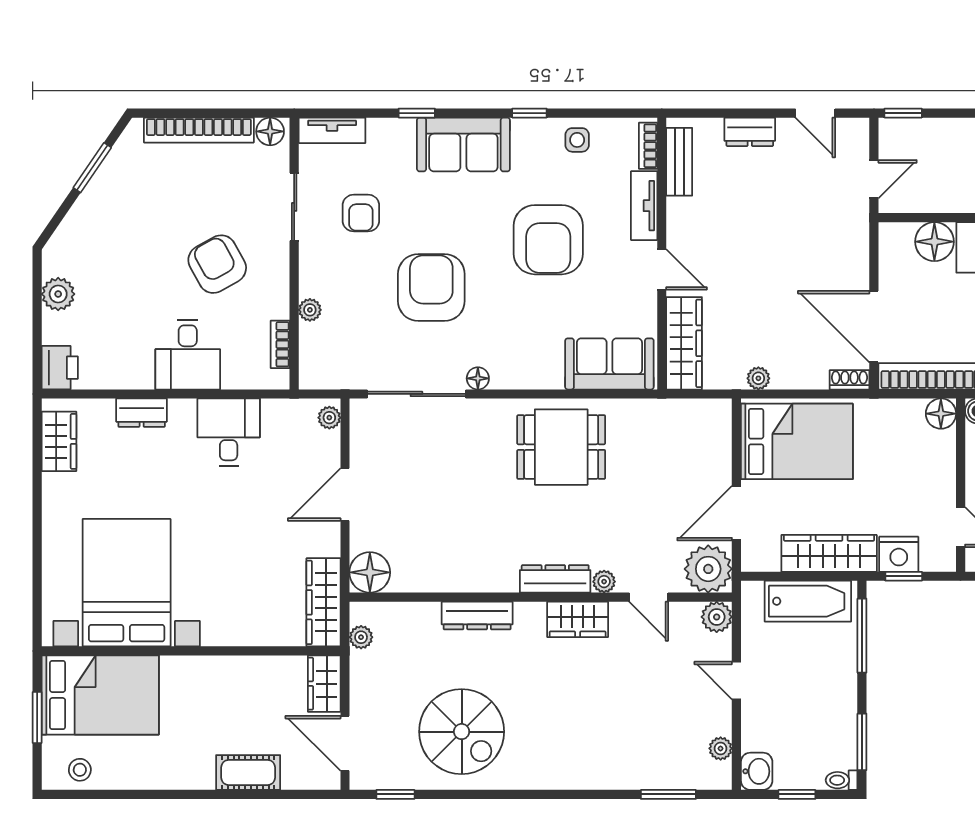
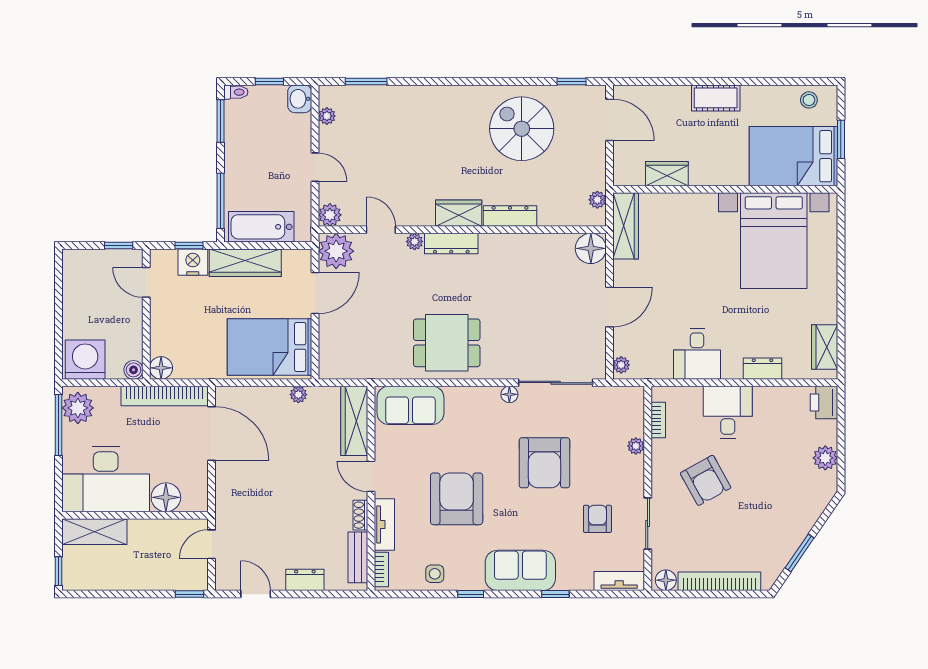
shoe rack: (849, 380) -> (360, 515), moved, turned 90
wardrobe: (578, 619) -> (459, 213), moved
wardrobe: (324, 684) -> (667, 174), moved, turned -90
cot: (248, 772) -> (716, 98), moved

